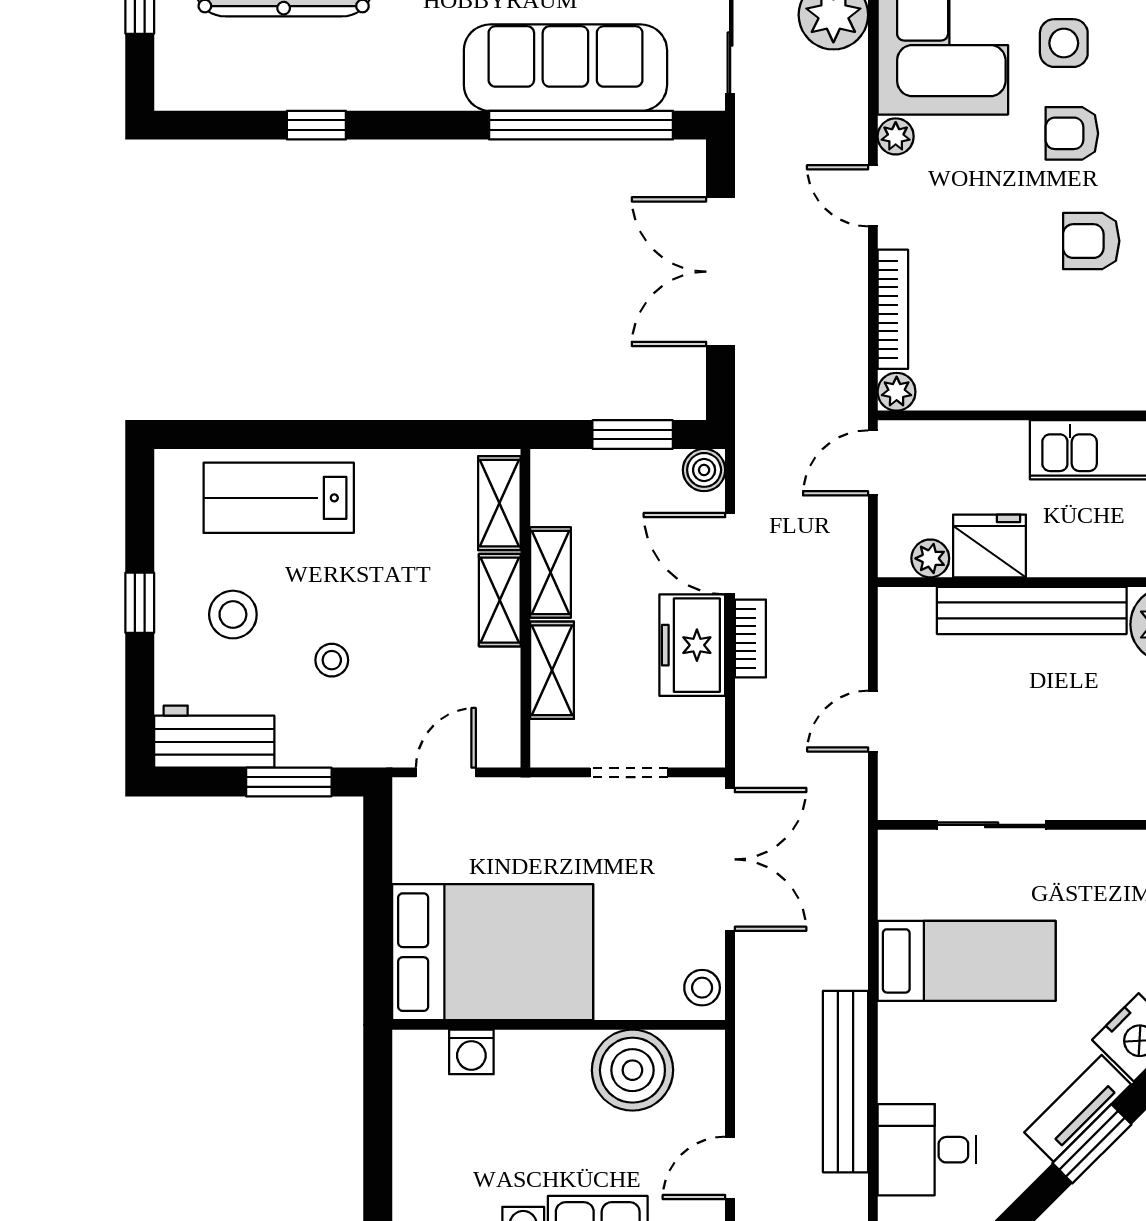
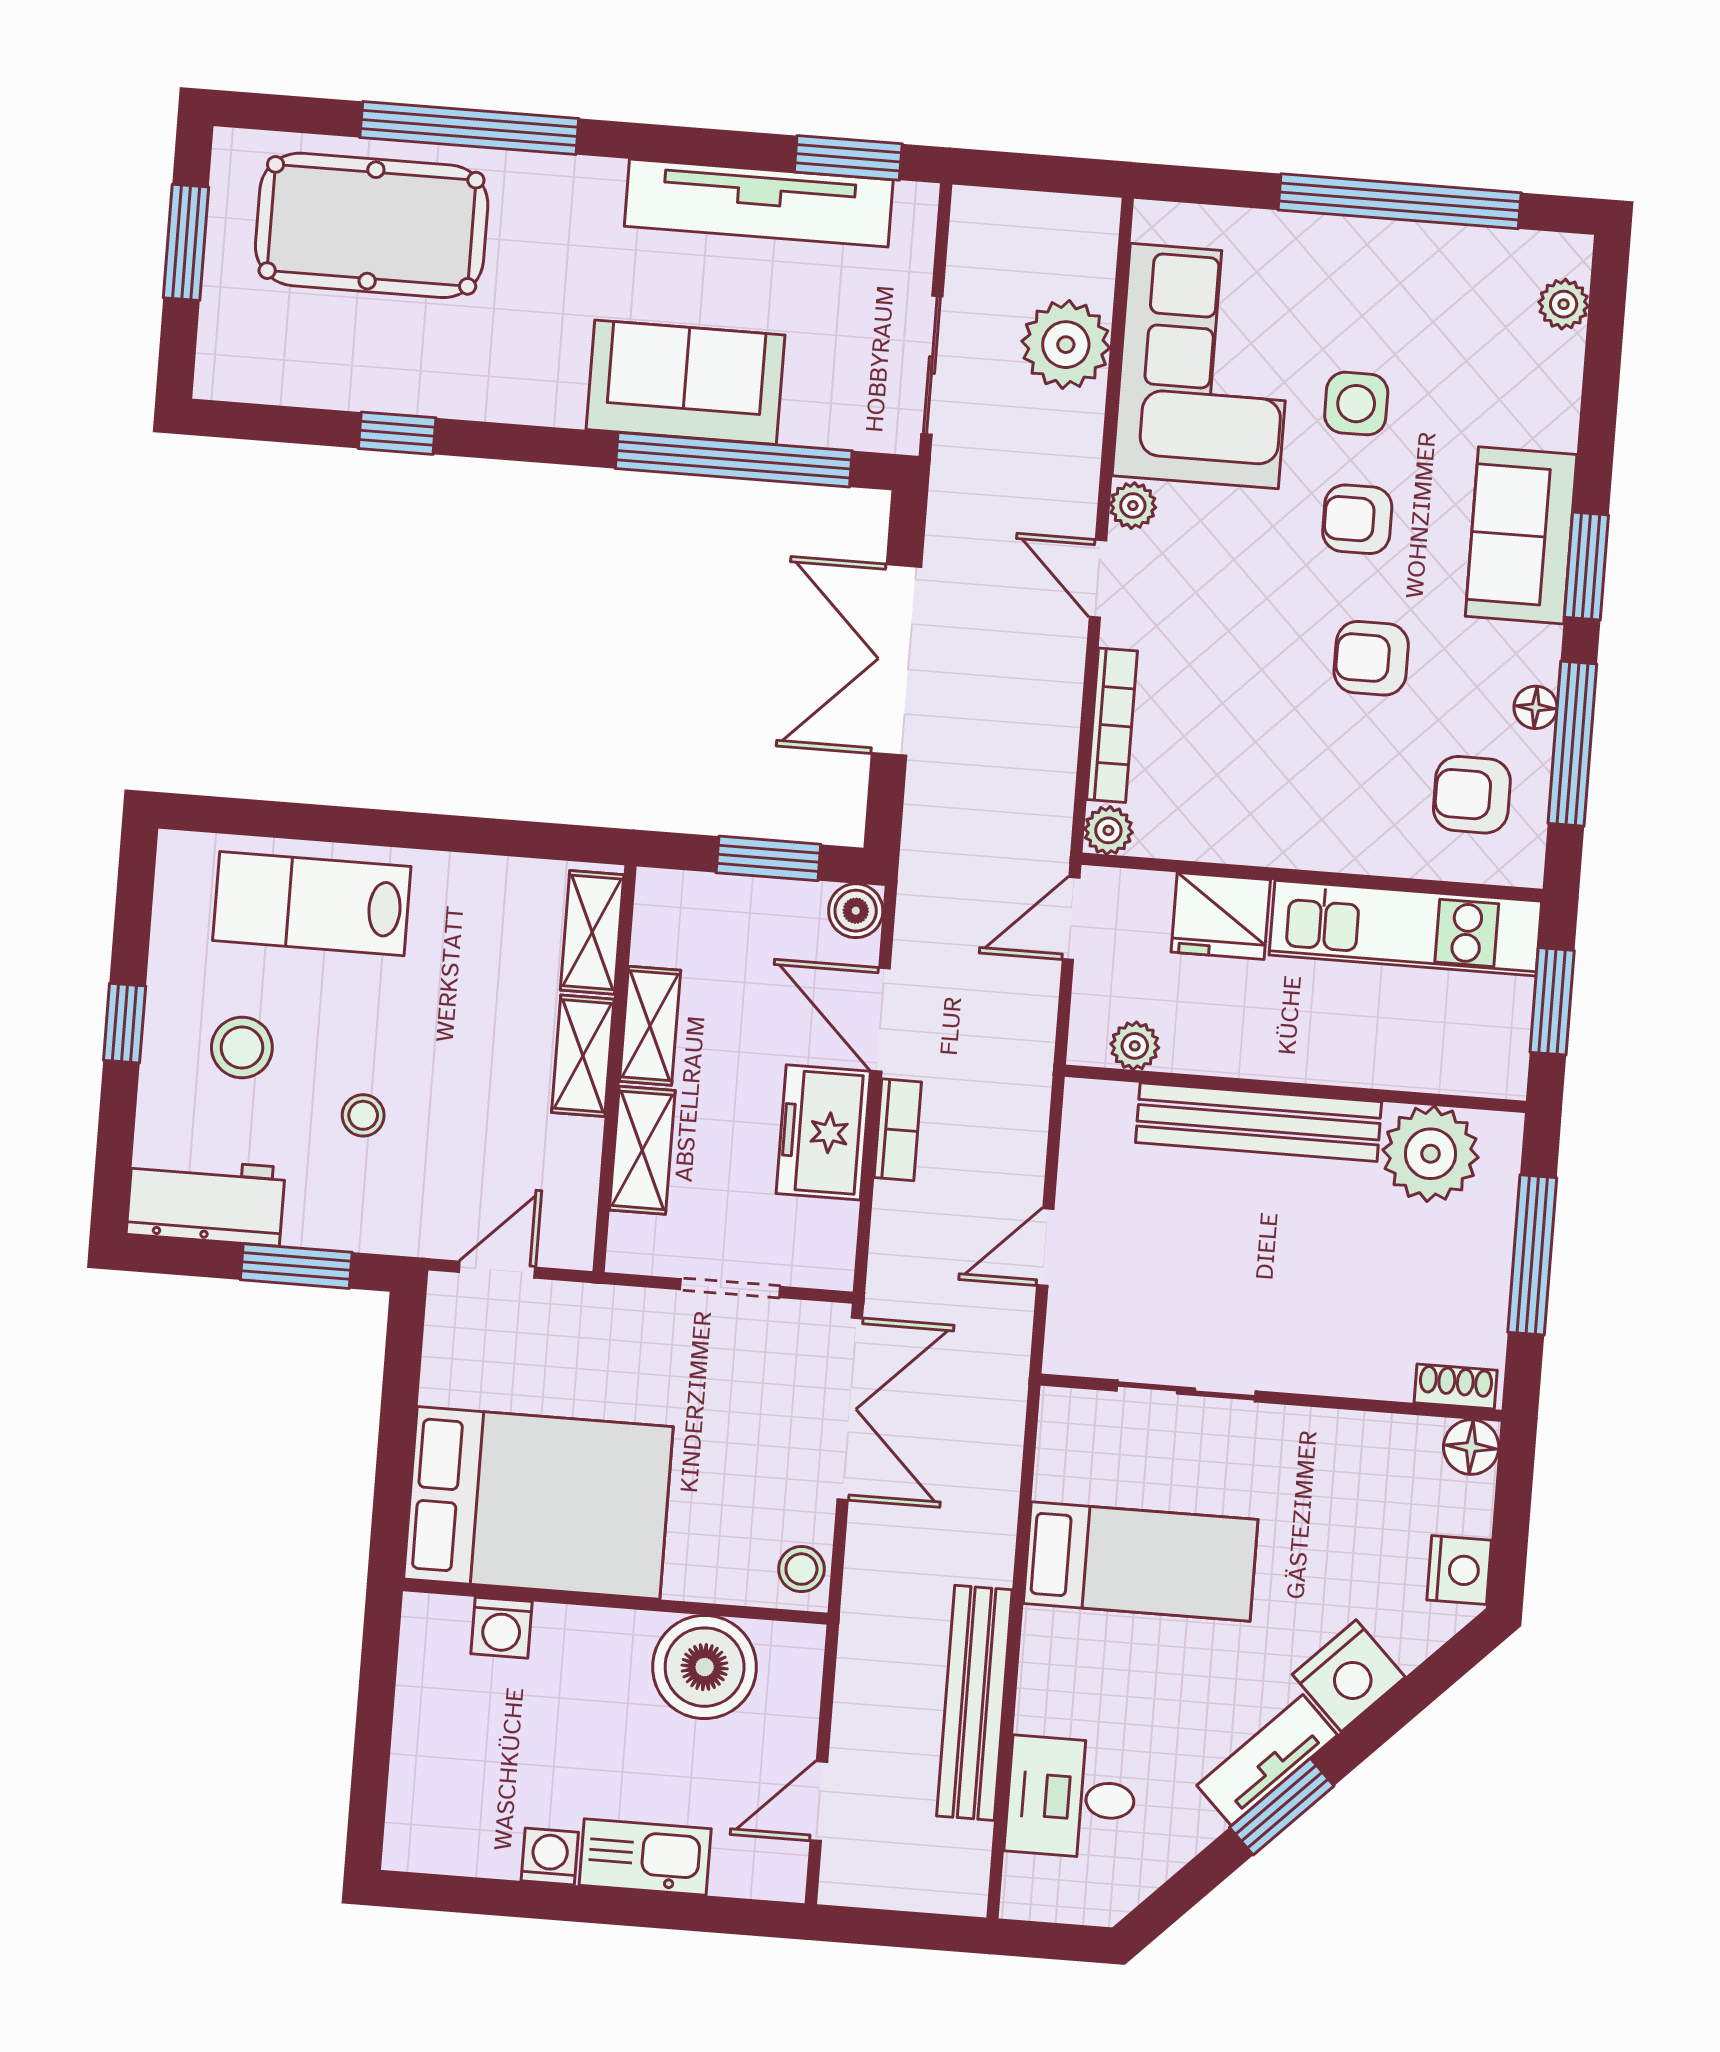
sofa: (565, 68) -> (685, 382), width x0.73
fridge: (990, 546) -> (1221, 916), moved, turned 180

